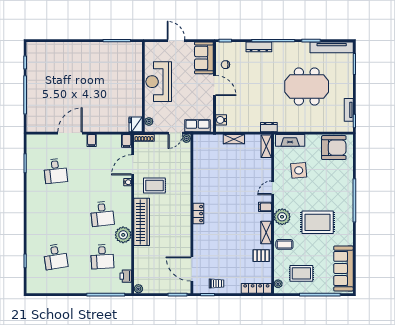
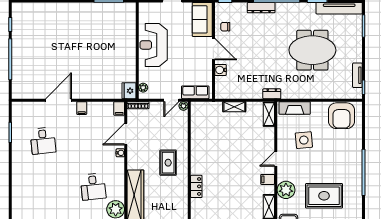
water cooler: (221, 120) -> (221, 70), moved
armchair: (334, 148) -> (341, 116), turned 90
rug: (154, 185) -> (168, 163), moved, turned 90

